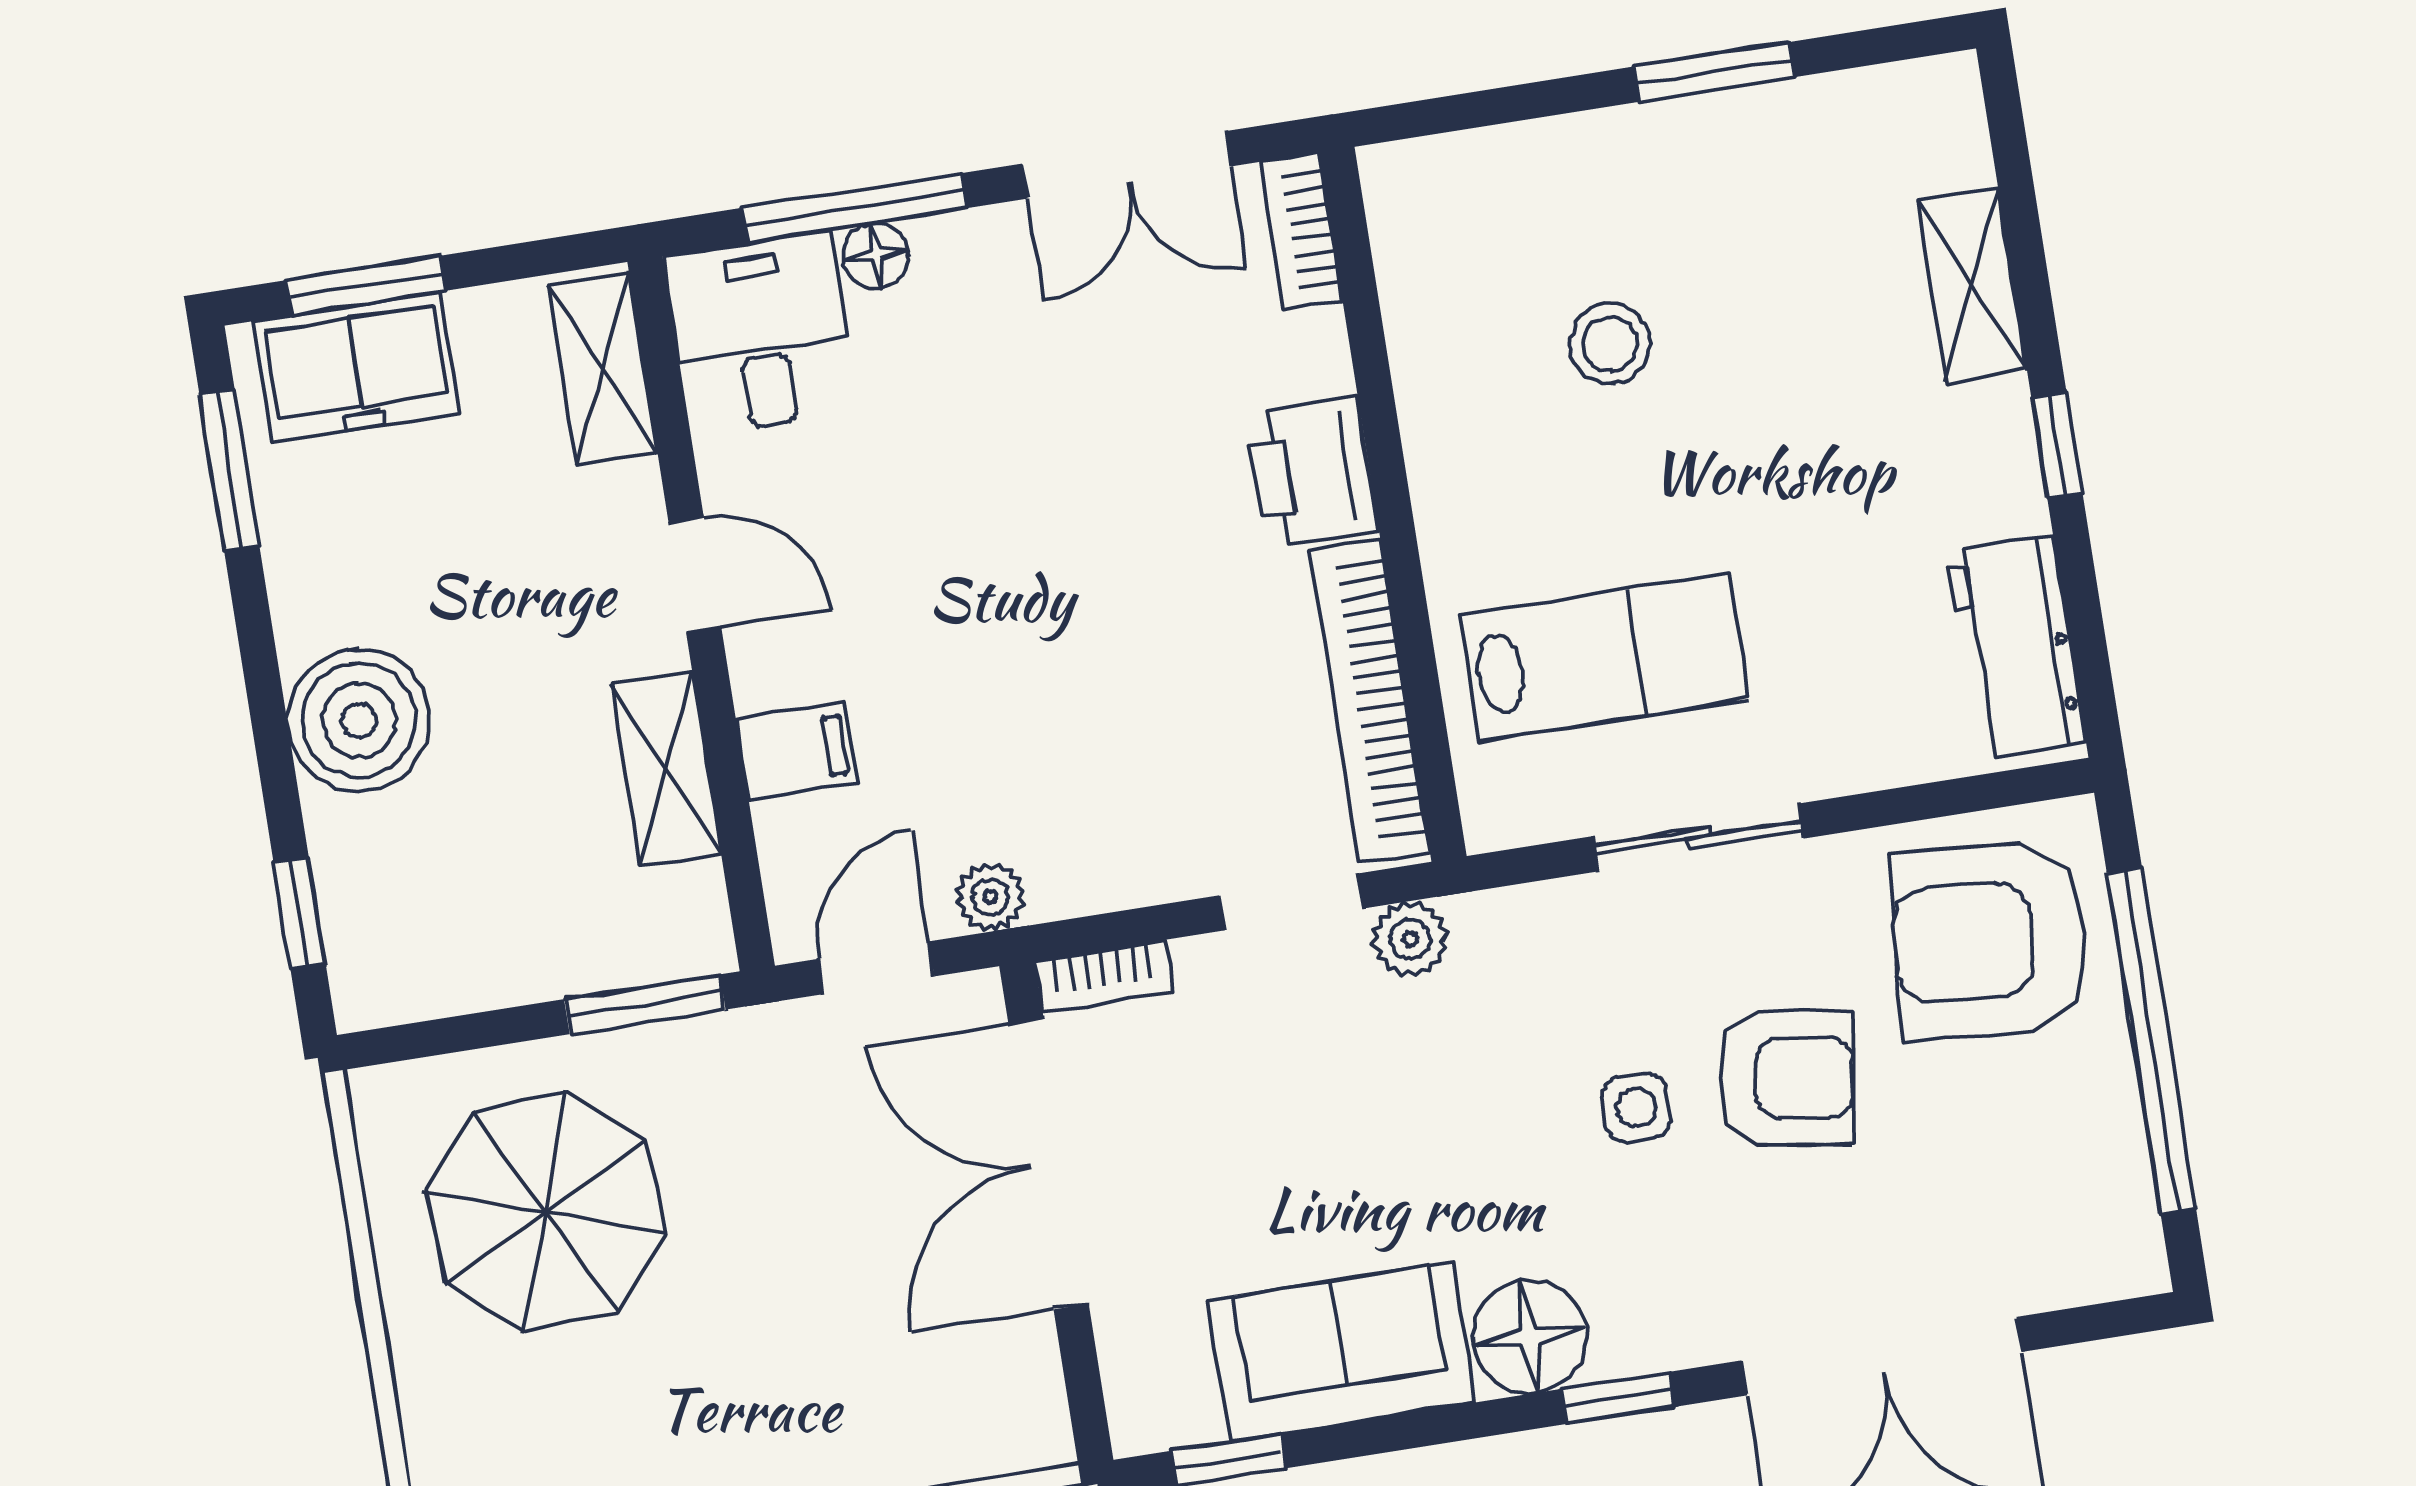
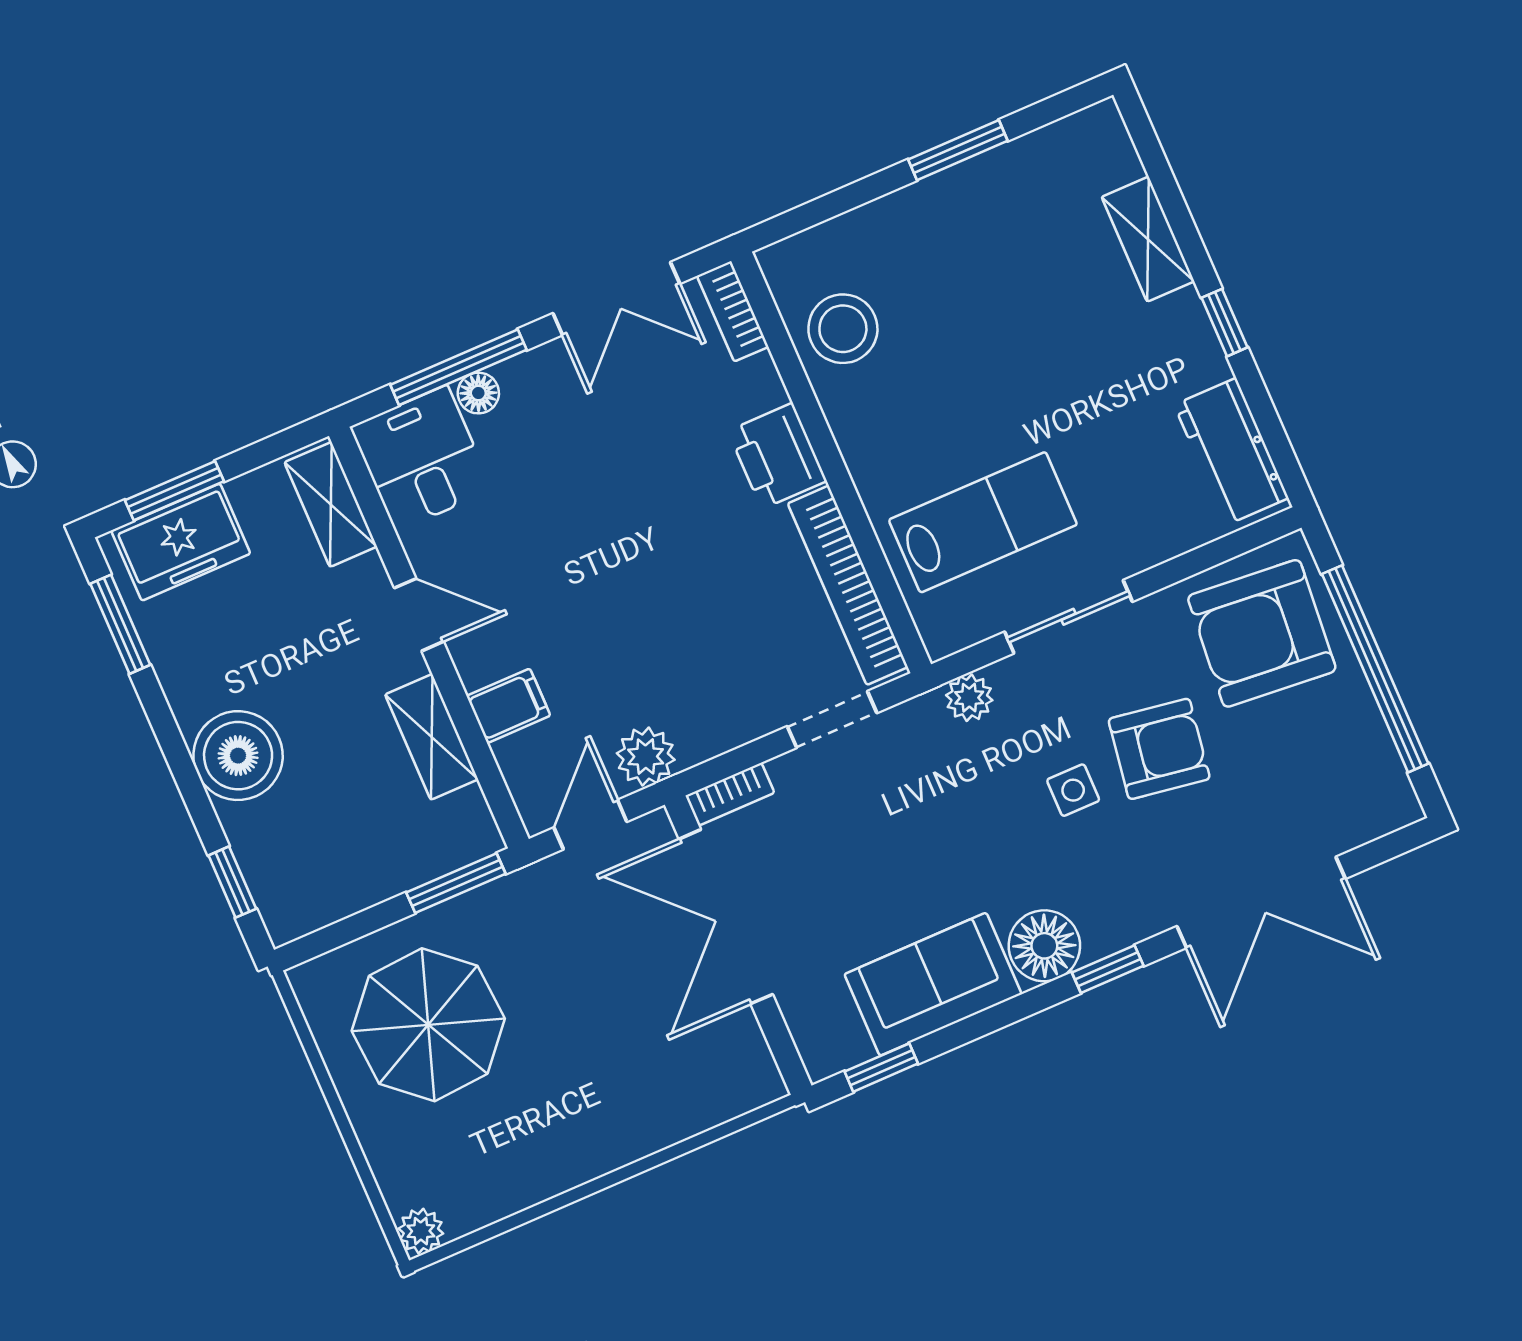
stool: (1610, 344) -> (843, 329), moved, width x1.38, depth x1.38
plant: (991, 897) -> (646, 757), width x1.38, depth x1.38
plant: (1410, 939) -> (969, 698), moved

